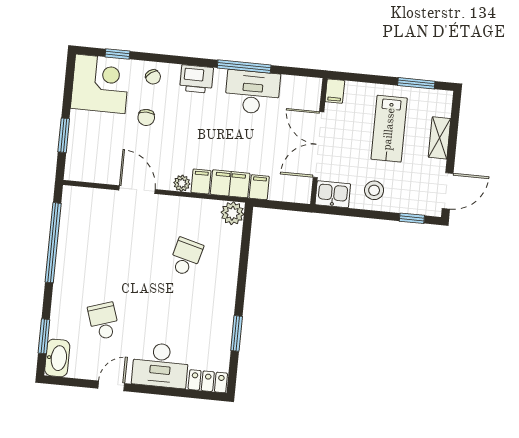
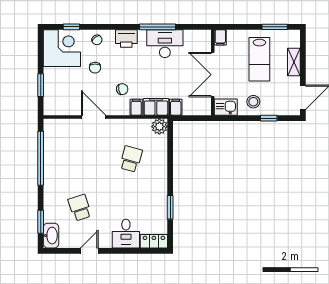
chair: (183, 153) -> (122, 89), added
plant: (182, 183) -> (123, 110), removed
window: (412, 218) -> (269, 118), moved
desk: (160, 365) -> (126, 234), width x0.73

